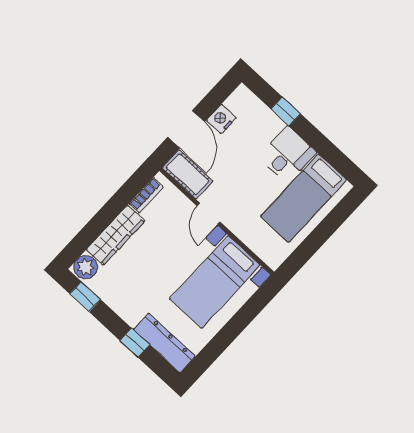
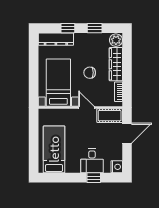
nightstand: (221, 119) -> (117, 167), moved
door: (186, 129) -> (127, 133), swing flipped
desk: (288, 155) -> (92, 161), moved
chair: (161, 256) -> (90, 73), added
window: (85, 297) -> (95, 28), moved

